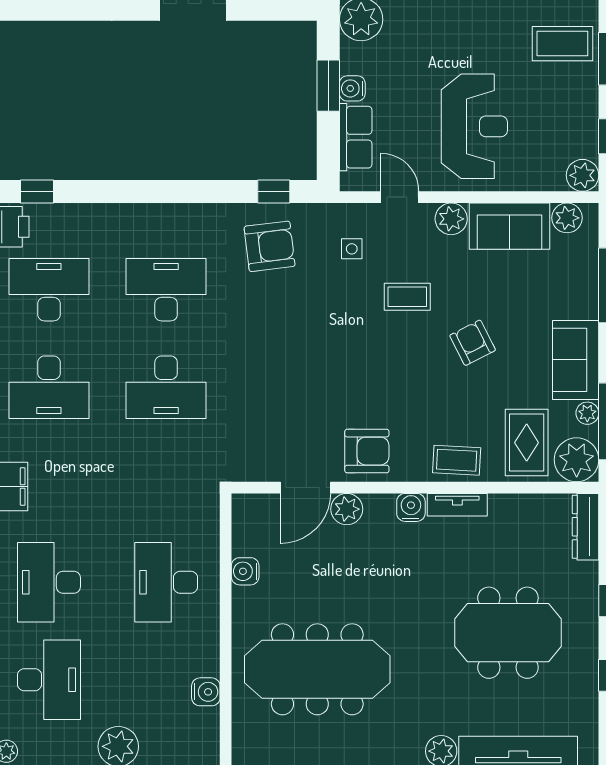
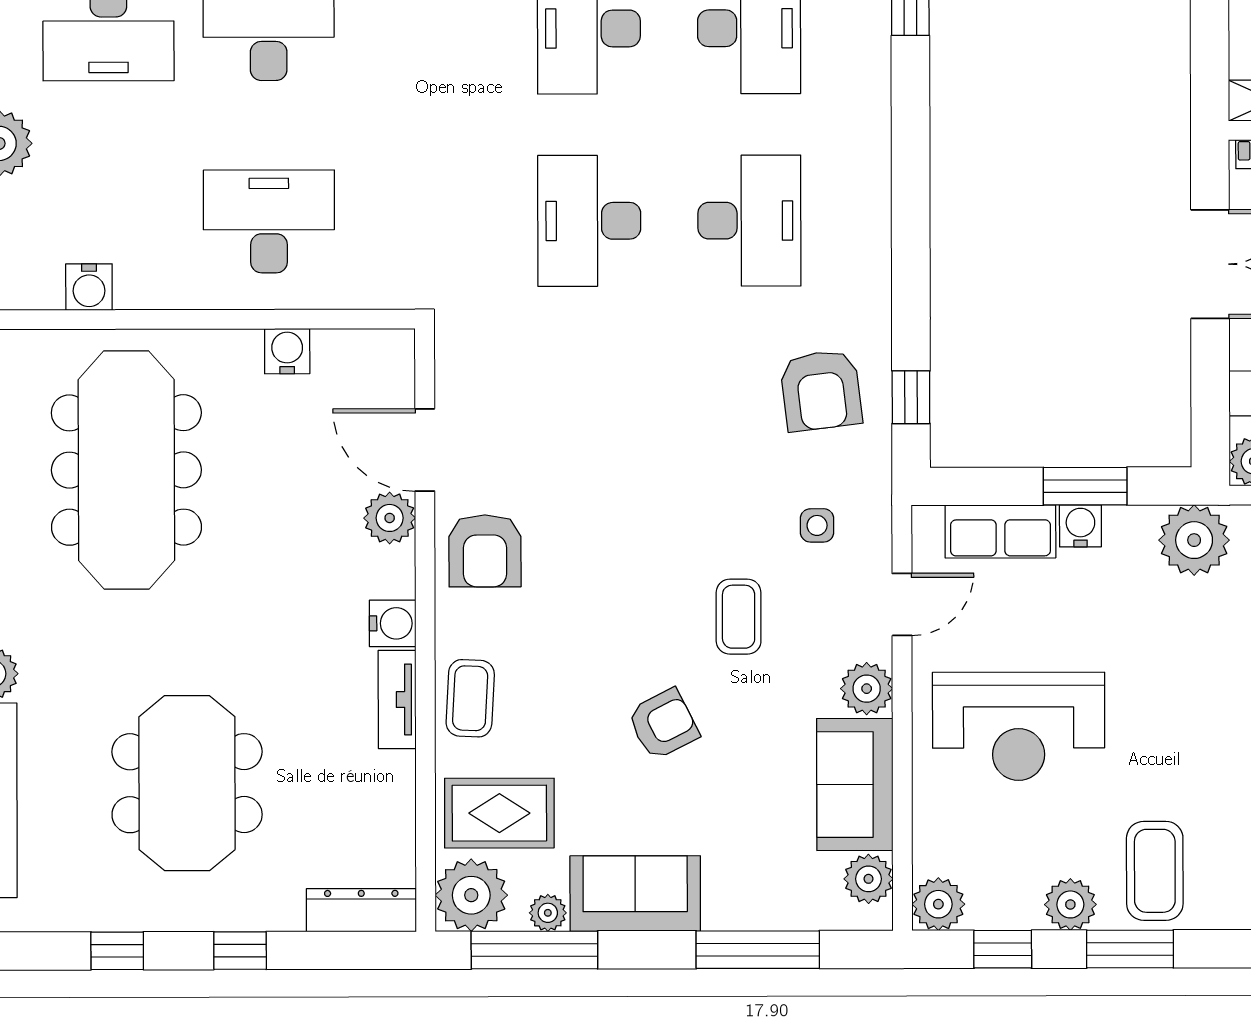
plant: (583, 95) -> (1070, 904), added

